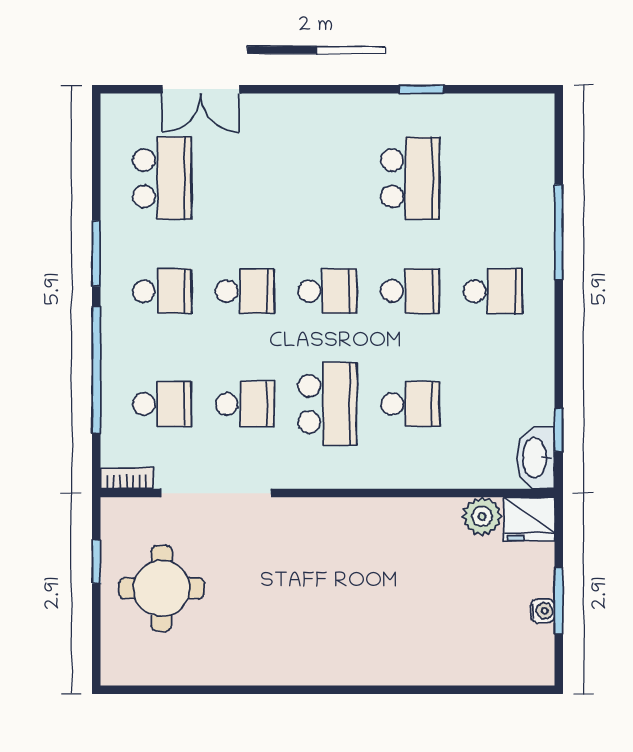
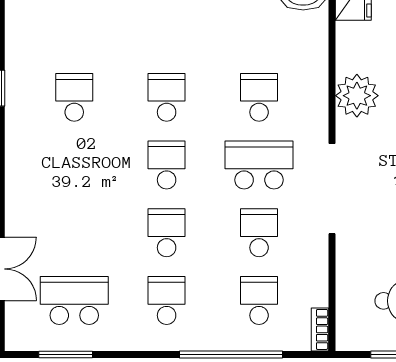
school desk: (410, 178) -> (74, 97), width x0.54
window: (96, 253) -> (66, 354), moved
school desk: (493, 291) -> (167, 30), removed
doorway: (216, 493) -> (332, 189), moved
plant: (482, 516) -> (357, 96), moved, width x1.36, depth x1.36

